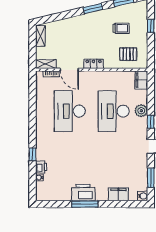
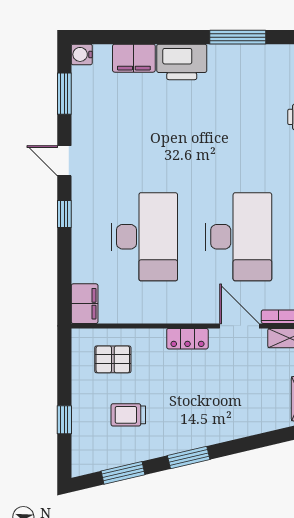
plant: (141, 111) -> (85, 238), removed
printer: (83, 192) -> (182, 62), moved
window: (85, 204) -> (238, 37), moved

